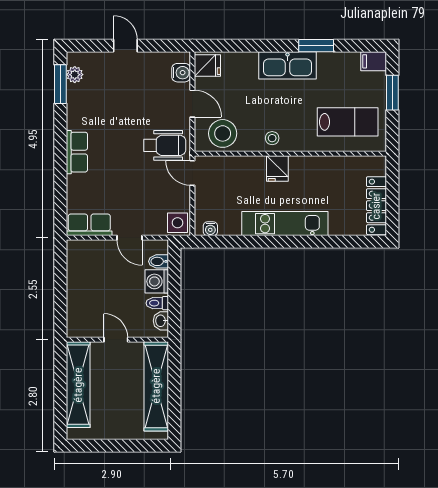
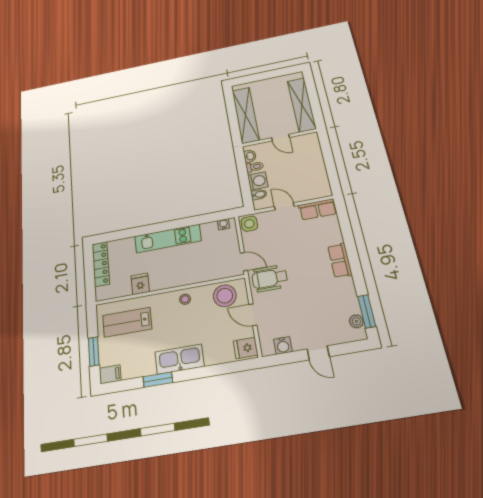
water cooler: (181, 73) -> (283, 345), moved, turned -90
fridge: (277, 169) -> (140, 284), moved

